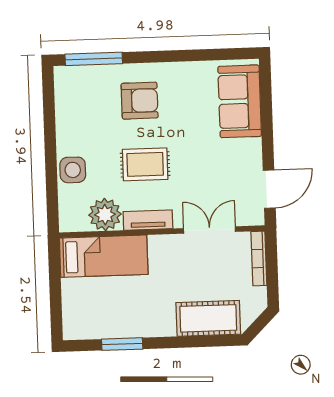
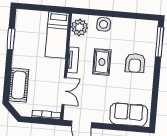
plant: (105, 215) -> (79, 27), moved

